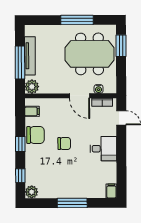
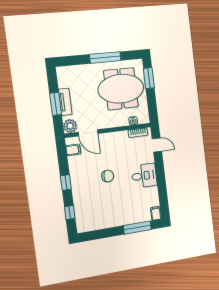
tv unit: (30, 56) -> (65, 102), width x0.71
window: (20, 62) -> (56, 104), width x0.69
door: (80, 96) -> (88, 133), moved
chair: (35, 135) -> (79, 172), removed
plant: (32, 192) -> (83, 226), removed
window: (72, 203) -> (137, 228), moved

